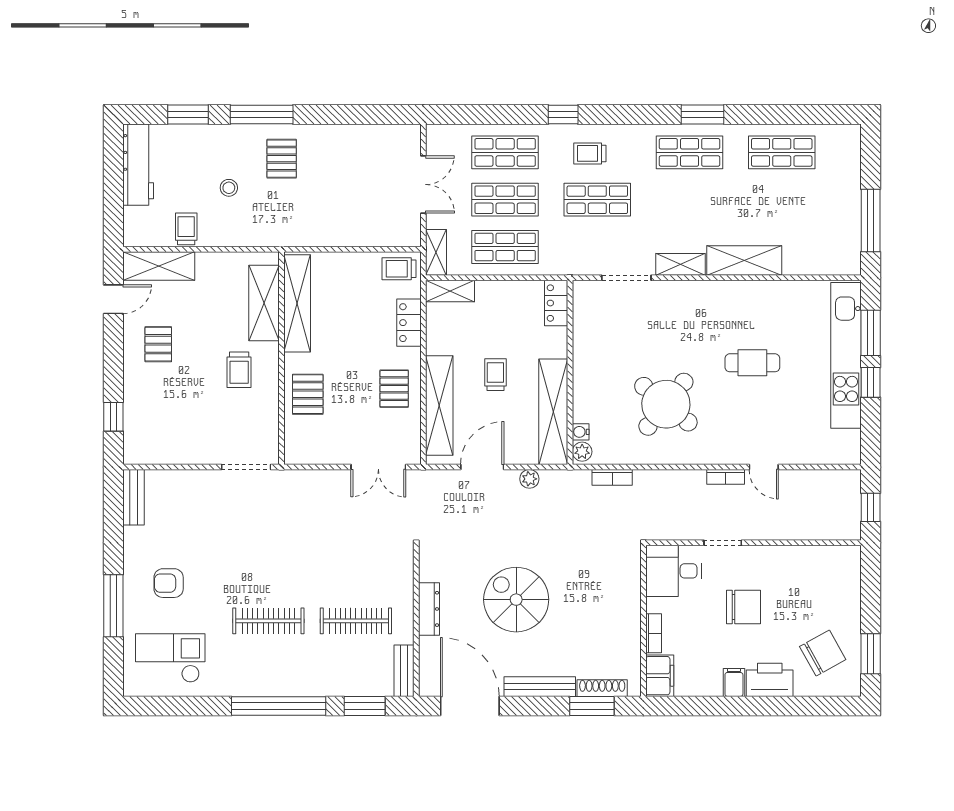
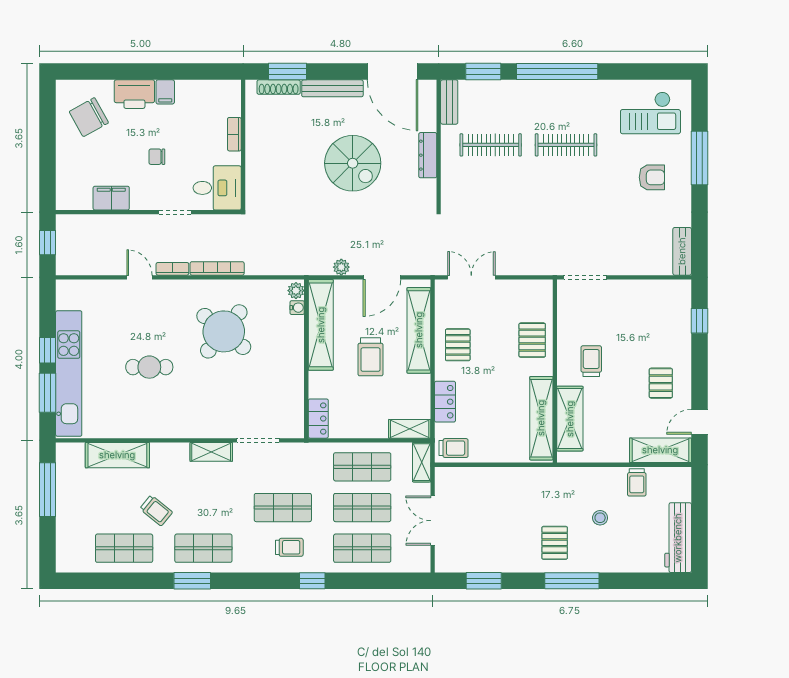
window: (188, 114) -> (484, 581), moved
trolley: (744, 196) -> (156, 510), added
shelving: (744, 260) -> (117, 455), moved
trolley: (495, 375) -> (371, 357), width x1.36, depth x1.39
bookcase: (612, 477) -> (217, 268), moved, width x1.56
chair: (744, 607) -> (157, 157), width x0.54, depth x0.54
window: (871, 654) -> (48, 117), removed
filing cabinet: (660, 676) -> (111, 198), moved, turned 90

